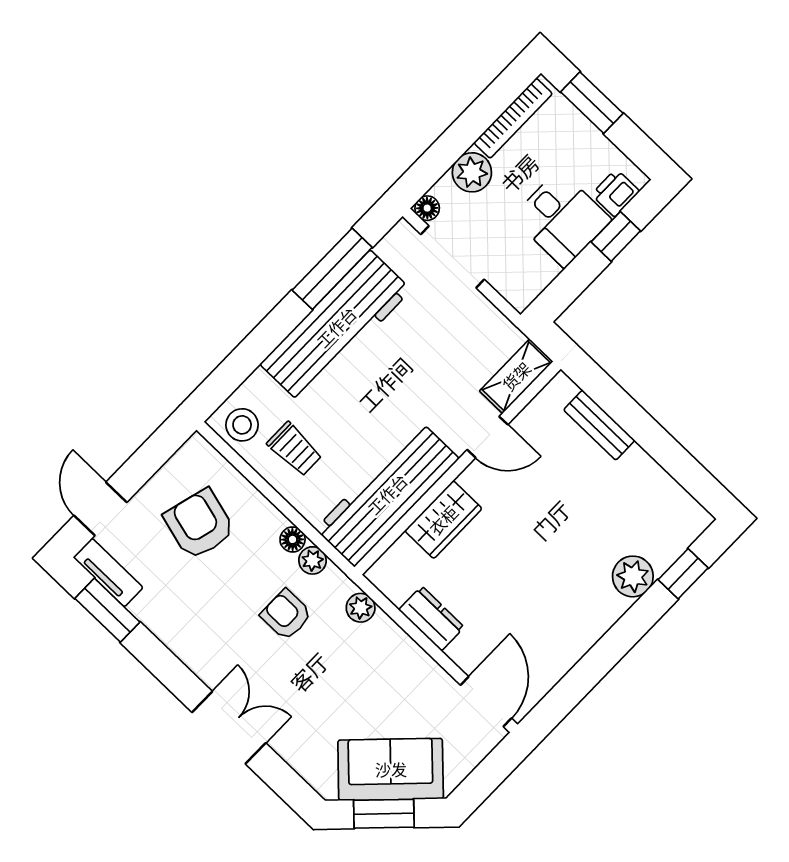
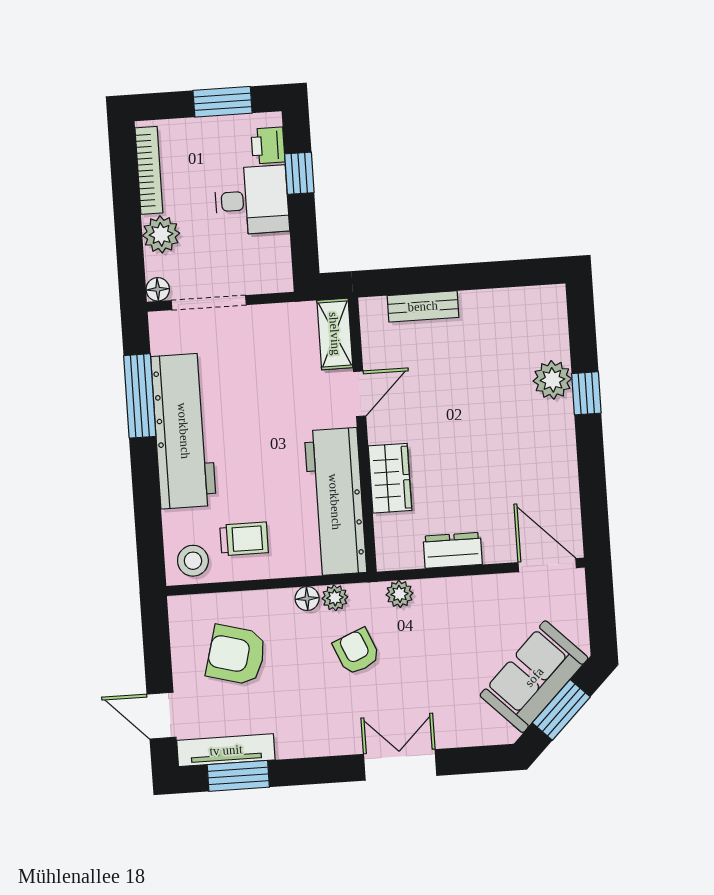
window: (592, 103) -> (223, 102), moved
tv unit: (108, 573) -> (226, 750), width x1.41
window: (683, 574) -> (586, 393), moved
armchair: (286, 615) -> (357, 651), turned 67

